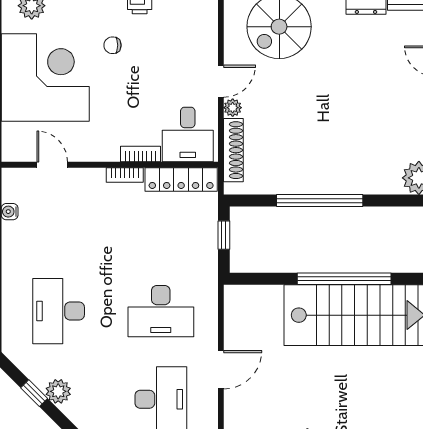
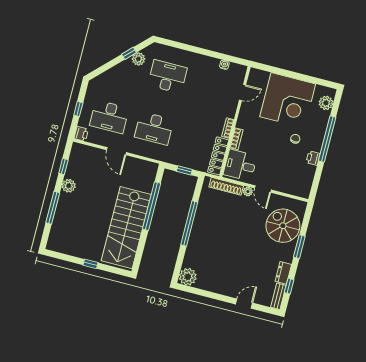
window: (344, 279) -> (151, 206), moved
desk: (161, 311) -> (154, 128), turned -90
plant: (58, 391) -> (138, 59), moved

